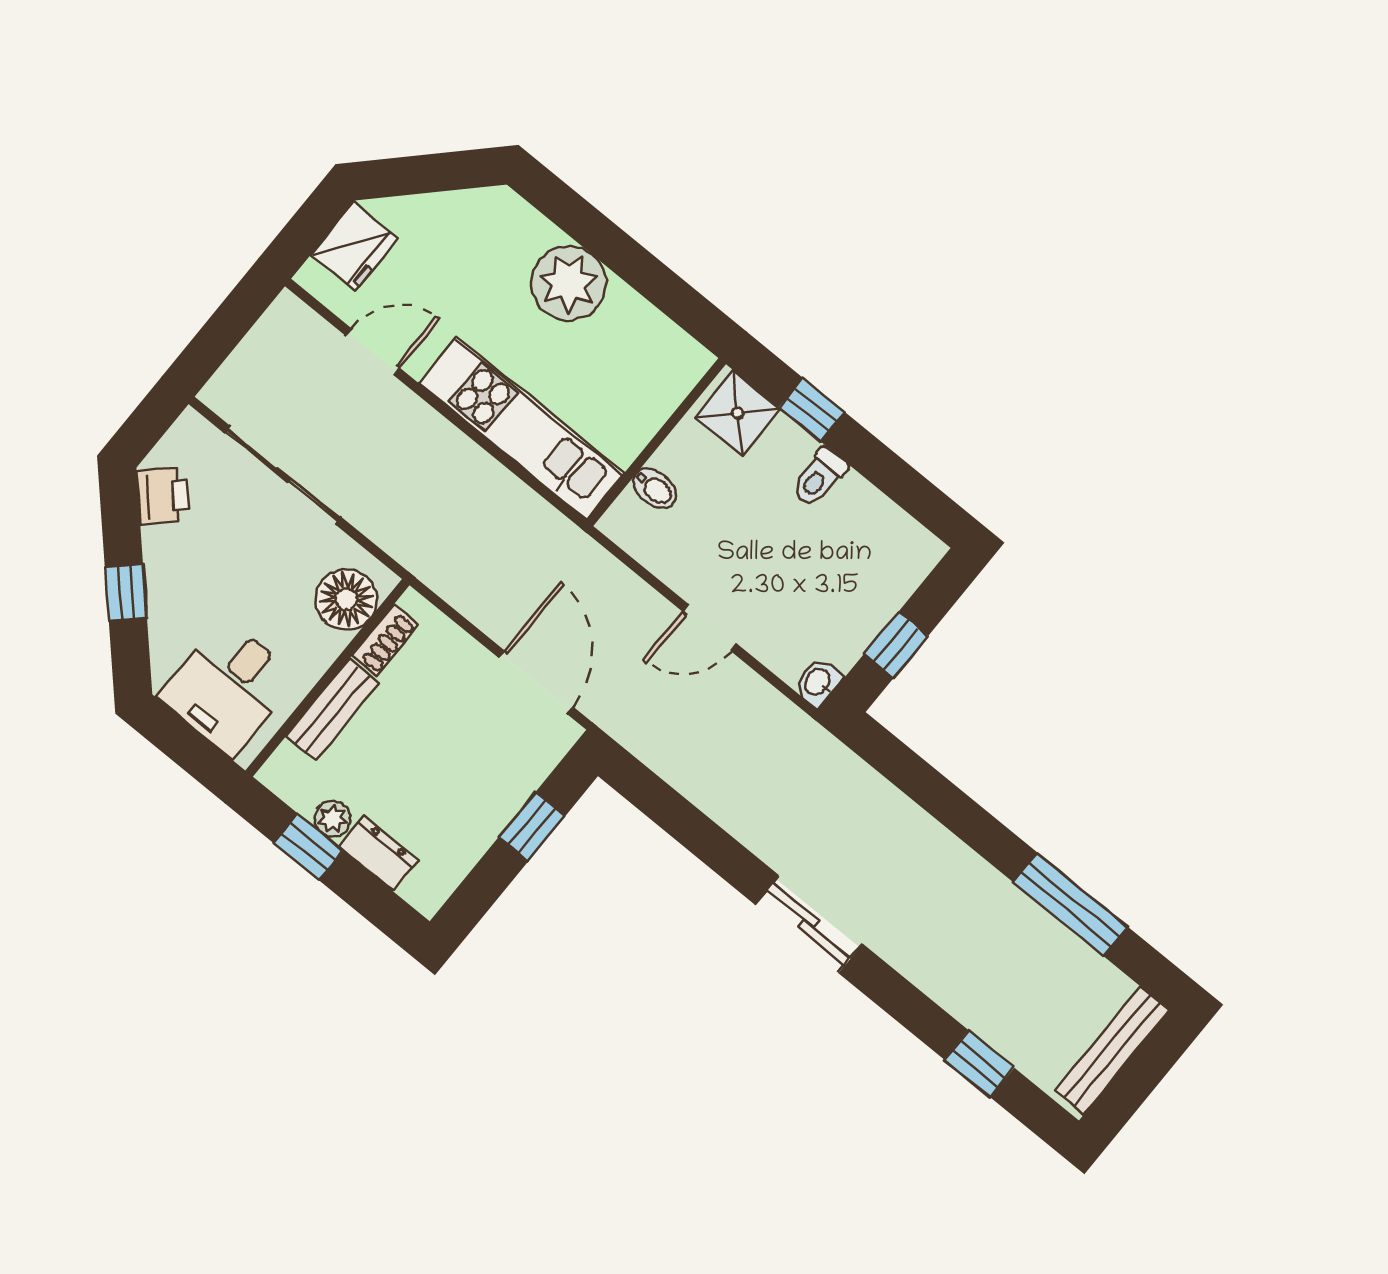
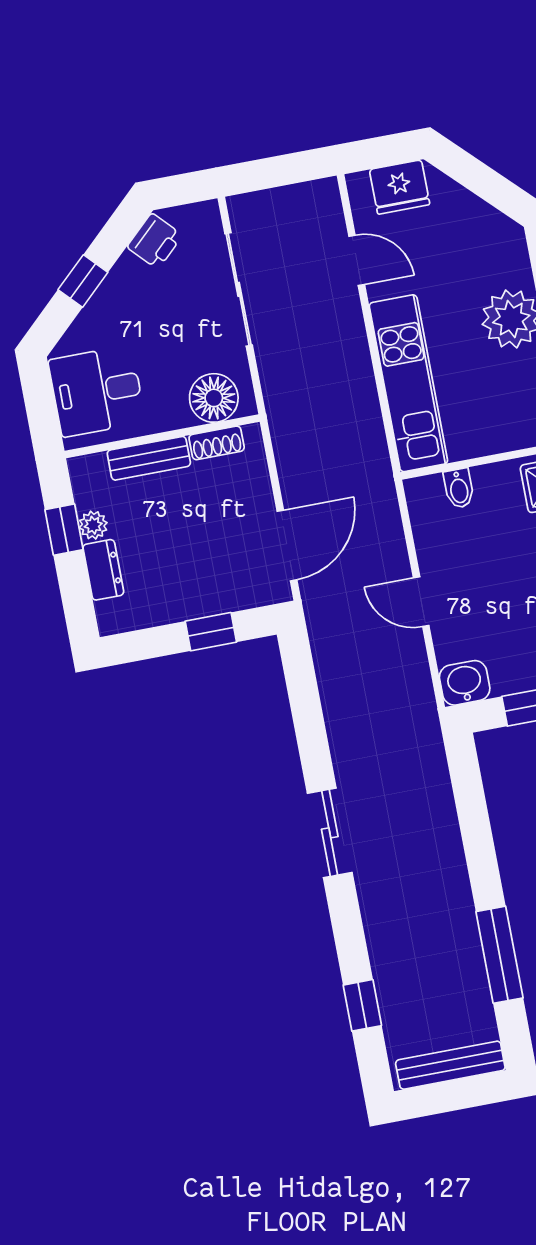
washbasin: (818, 682) -> (465, 683), width x1.38, depth x1.45

